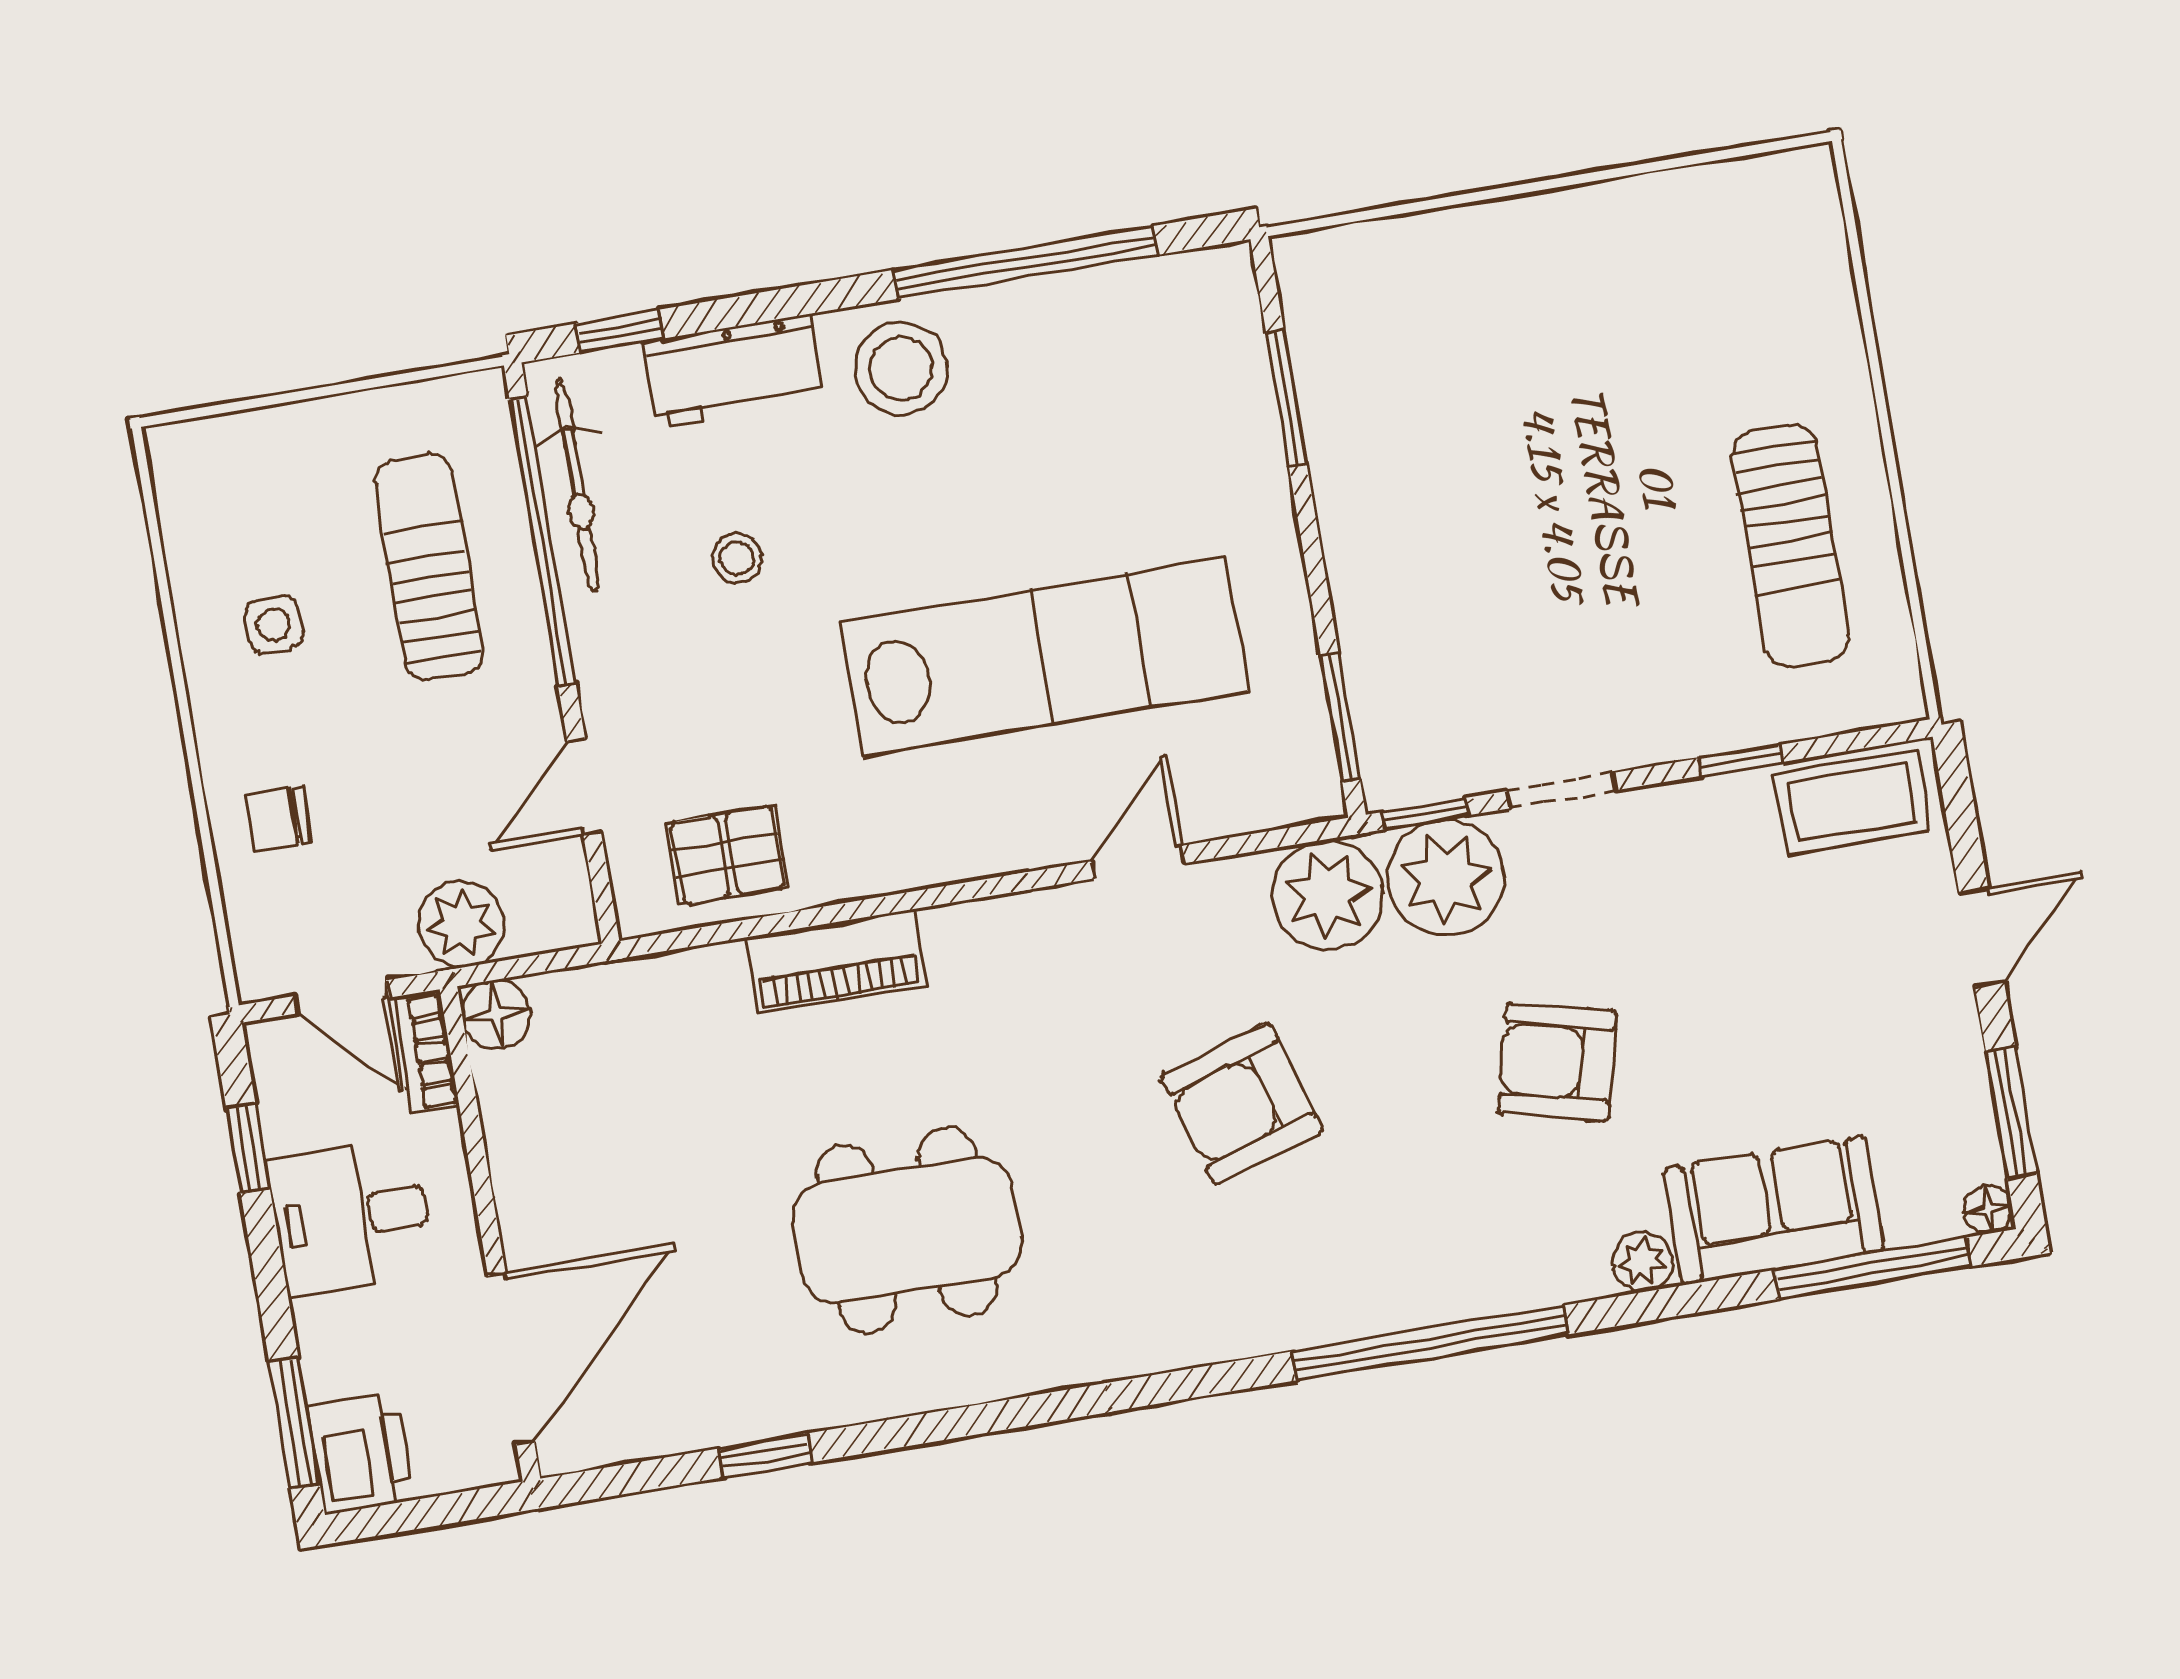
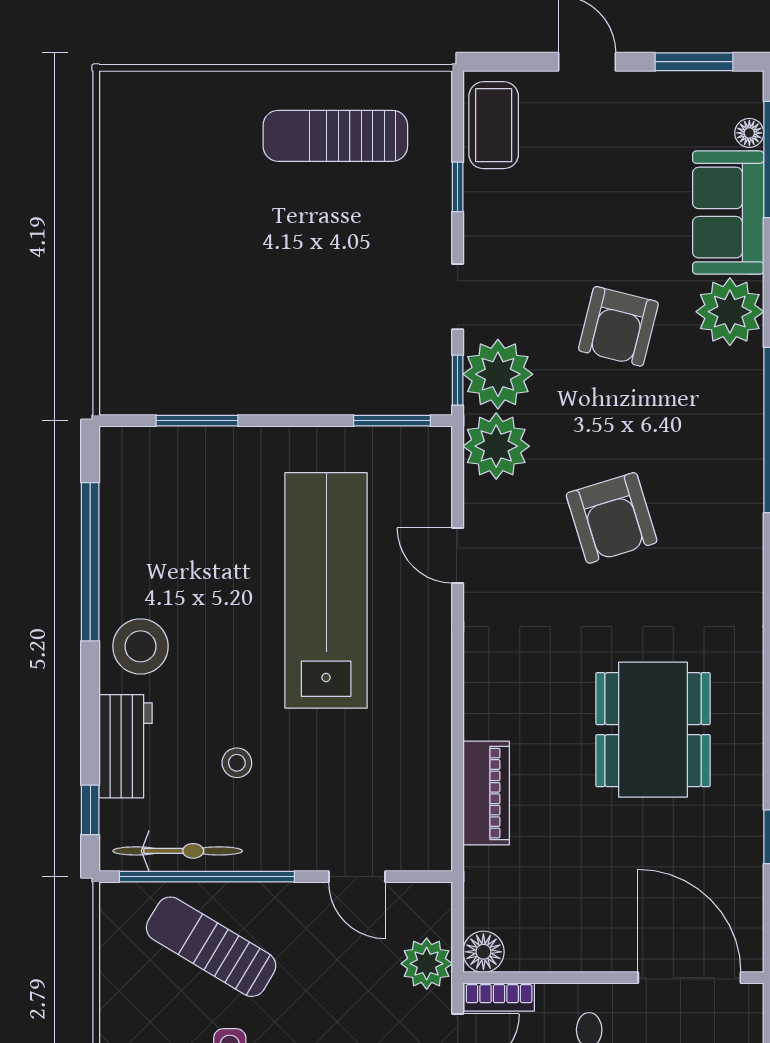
sun lounger: (1791, 546) -> (335, 136), turned 180
sun lounger: (429, 567) -> (211, 947), turned 31
pallet: (727, 855) -> (412, 799), removed
piano: (836, 961) -> (486, 793), moved
floor lamp: (1988, 1209) -> (749, 133), moved
plant: (1643, 1262) -> (730, 312), width x1.88, depth x1.88

